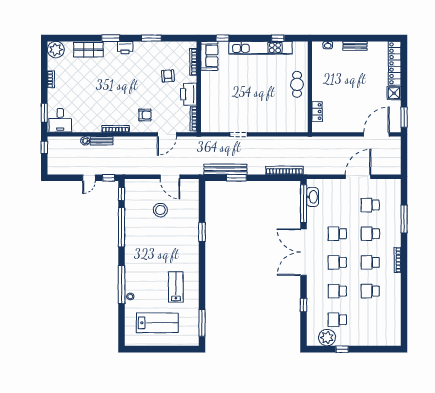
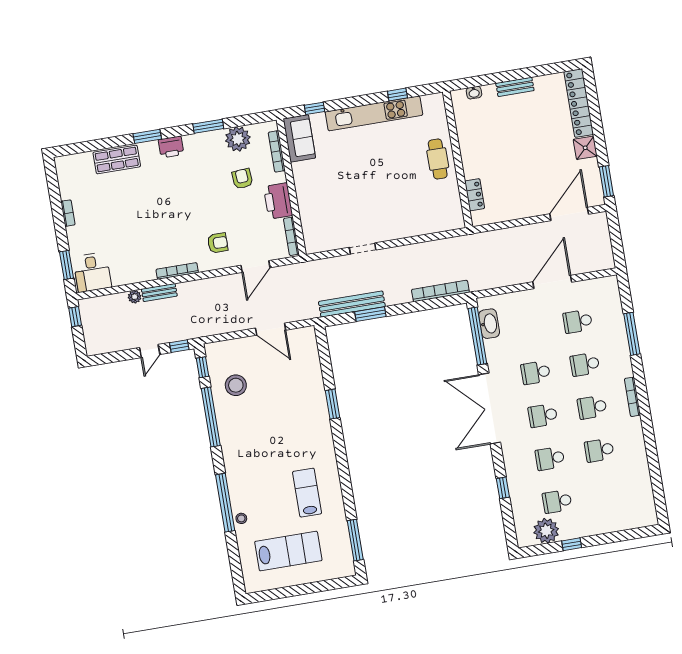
plant: (56, 50) -> (238, 139), moved
stool: (160, 210) -> (236, 385), moved

